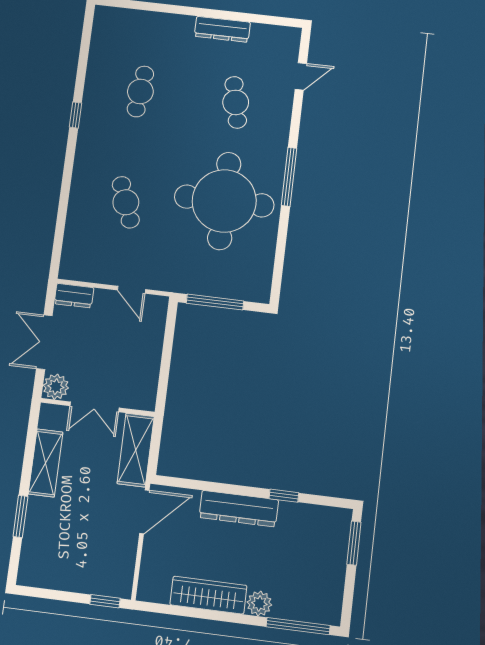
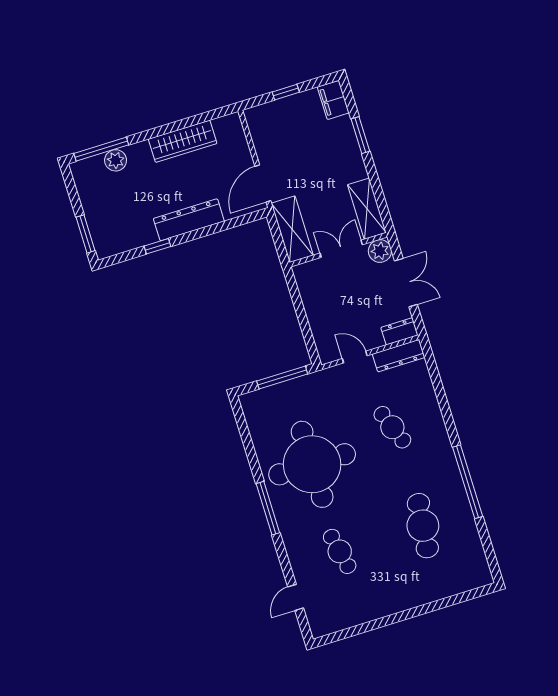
dresser: (222, 29) -> (399, 356), moved, turned 180
cafe table: (140, 91) -> (423, 526), width x1.37, depth x1.35
window: (75, 115) -> (468, 482), width x3.17
shelving: (46, 463) -> (367, 209), moved
filing cabinet: (31, 566) -> (333, 100), added
window: (105, 601) -> (286, 92), moved
plant: (259, 603) -> (116, 160), moved

